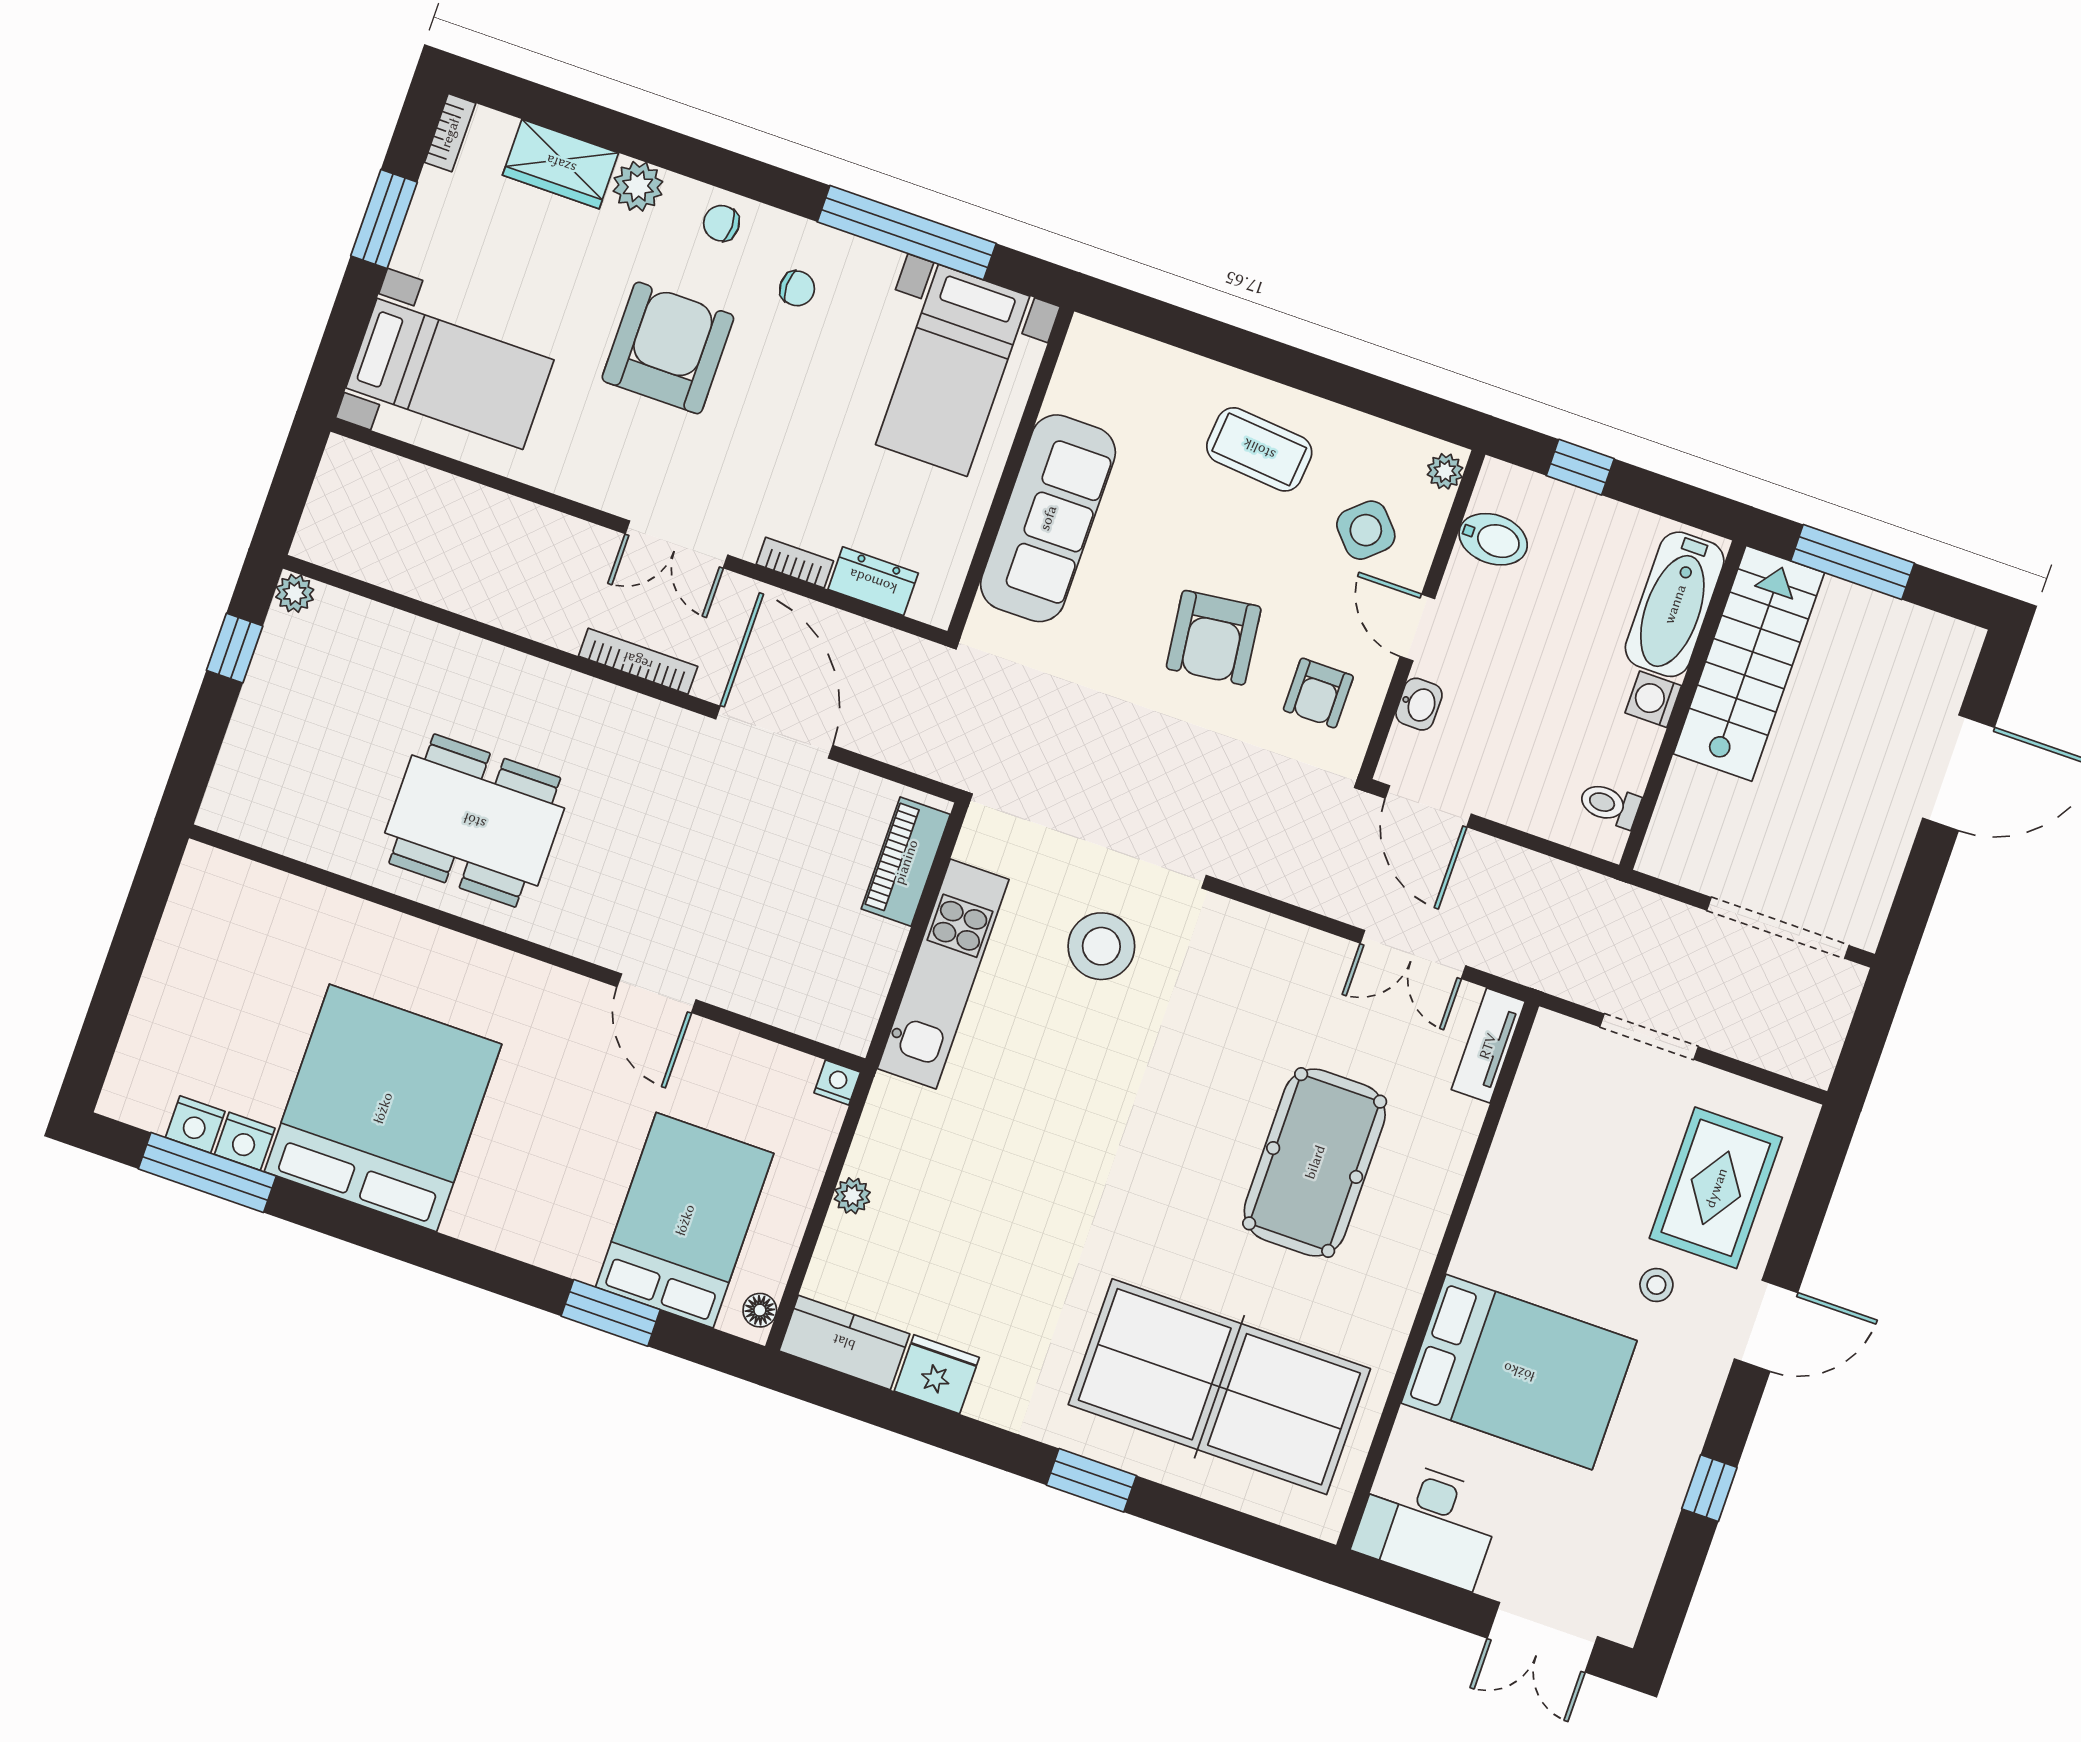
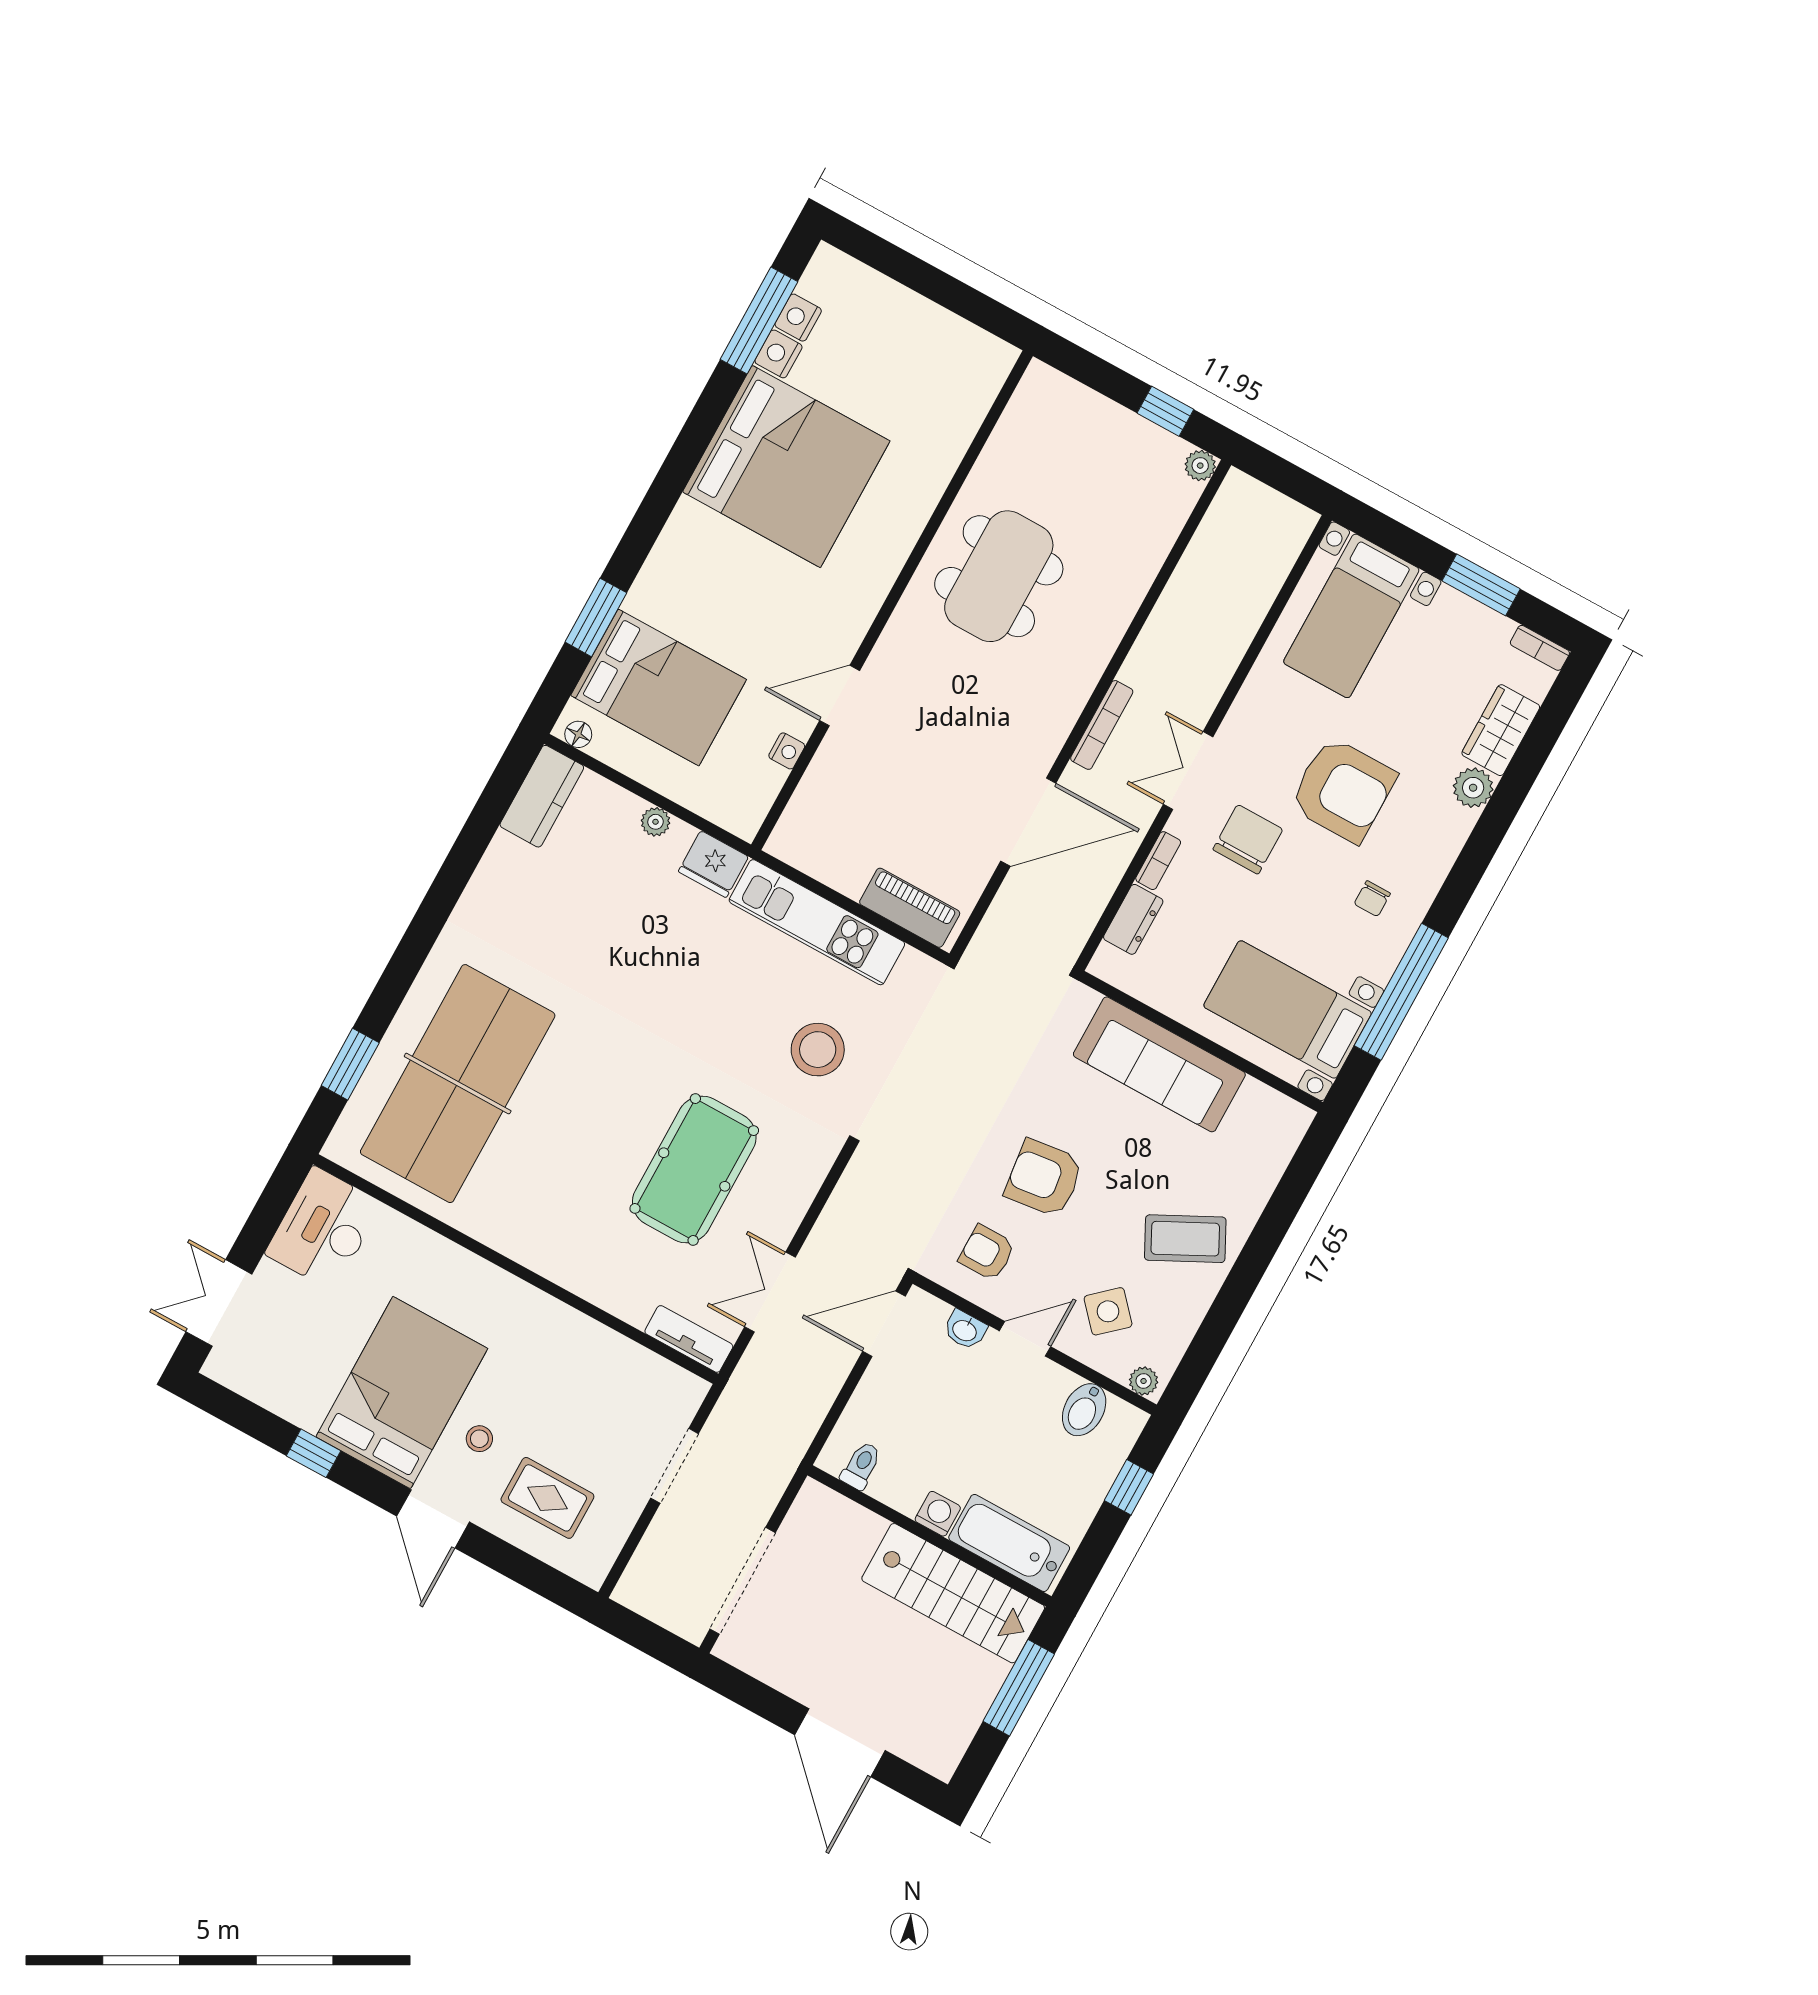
chair: (721, 223) -> (1248, 839), moved, width x1.87, depth x1.87
coffee table: (1259, 449) -> (1185, 1239), turned 58
nightstand: (837, 1082) -> (787, 751), moved
pool table: (1315, 1162) -> (694, 1170), moved, turned 90
rug: (1716, 1188) -> (547, 1498), width x0.73, depth x0.70
bed: (1519, 1372) -> (402, 1393), moved, turned 180
fridge: (937, 1374) -> (713, 864), moved, turned 90
window: (1091, 1480) -> (350, 1064), moved

